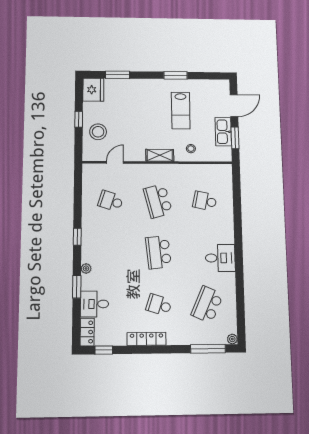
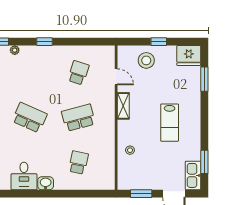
window: (176, 75) -> (204, 162), moved
lab bench: (181, 111) -> (170, 123), moved, turned -90
kitchen sink: (223, 132) -> (193, 175), moved, turned -90
shelving: (160, 155) -> (123, 106), moved
washbasin: (227, 235) -> (46, 183), added
school desk: (158, 252) -> (30, 118), turned 30

